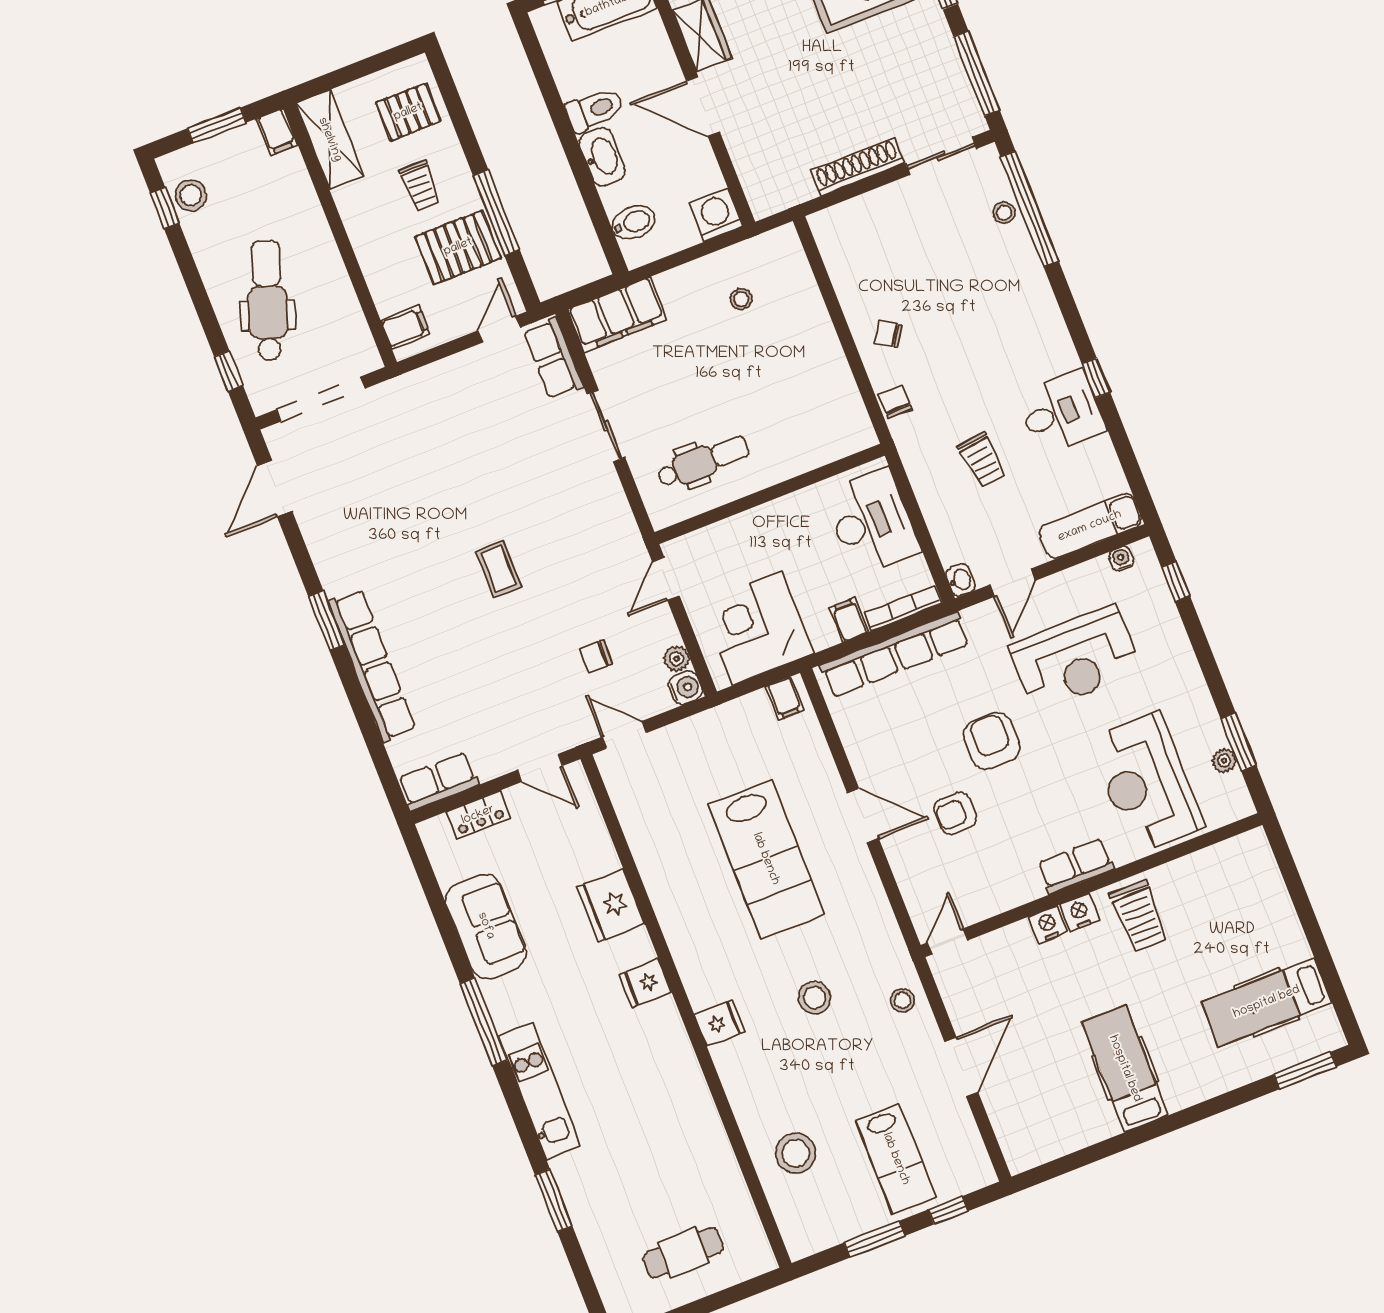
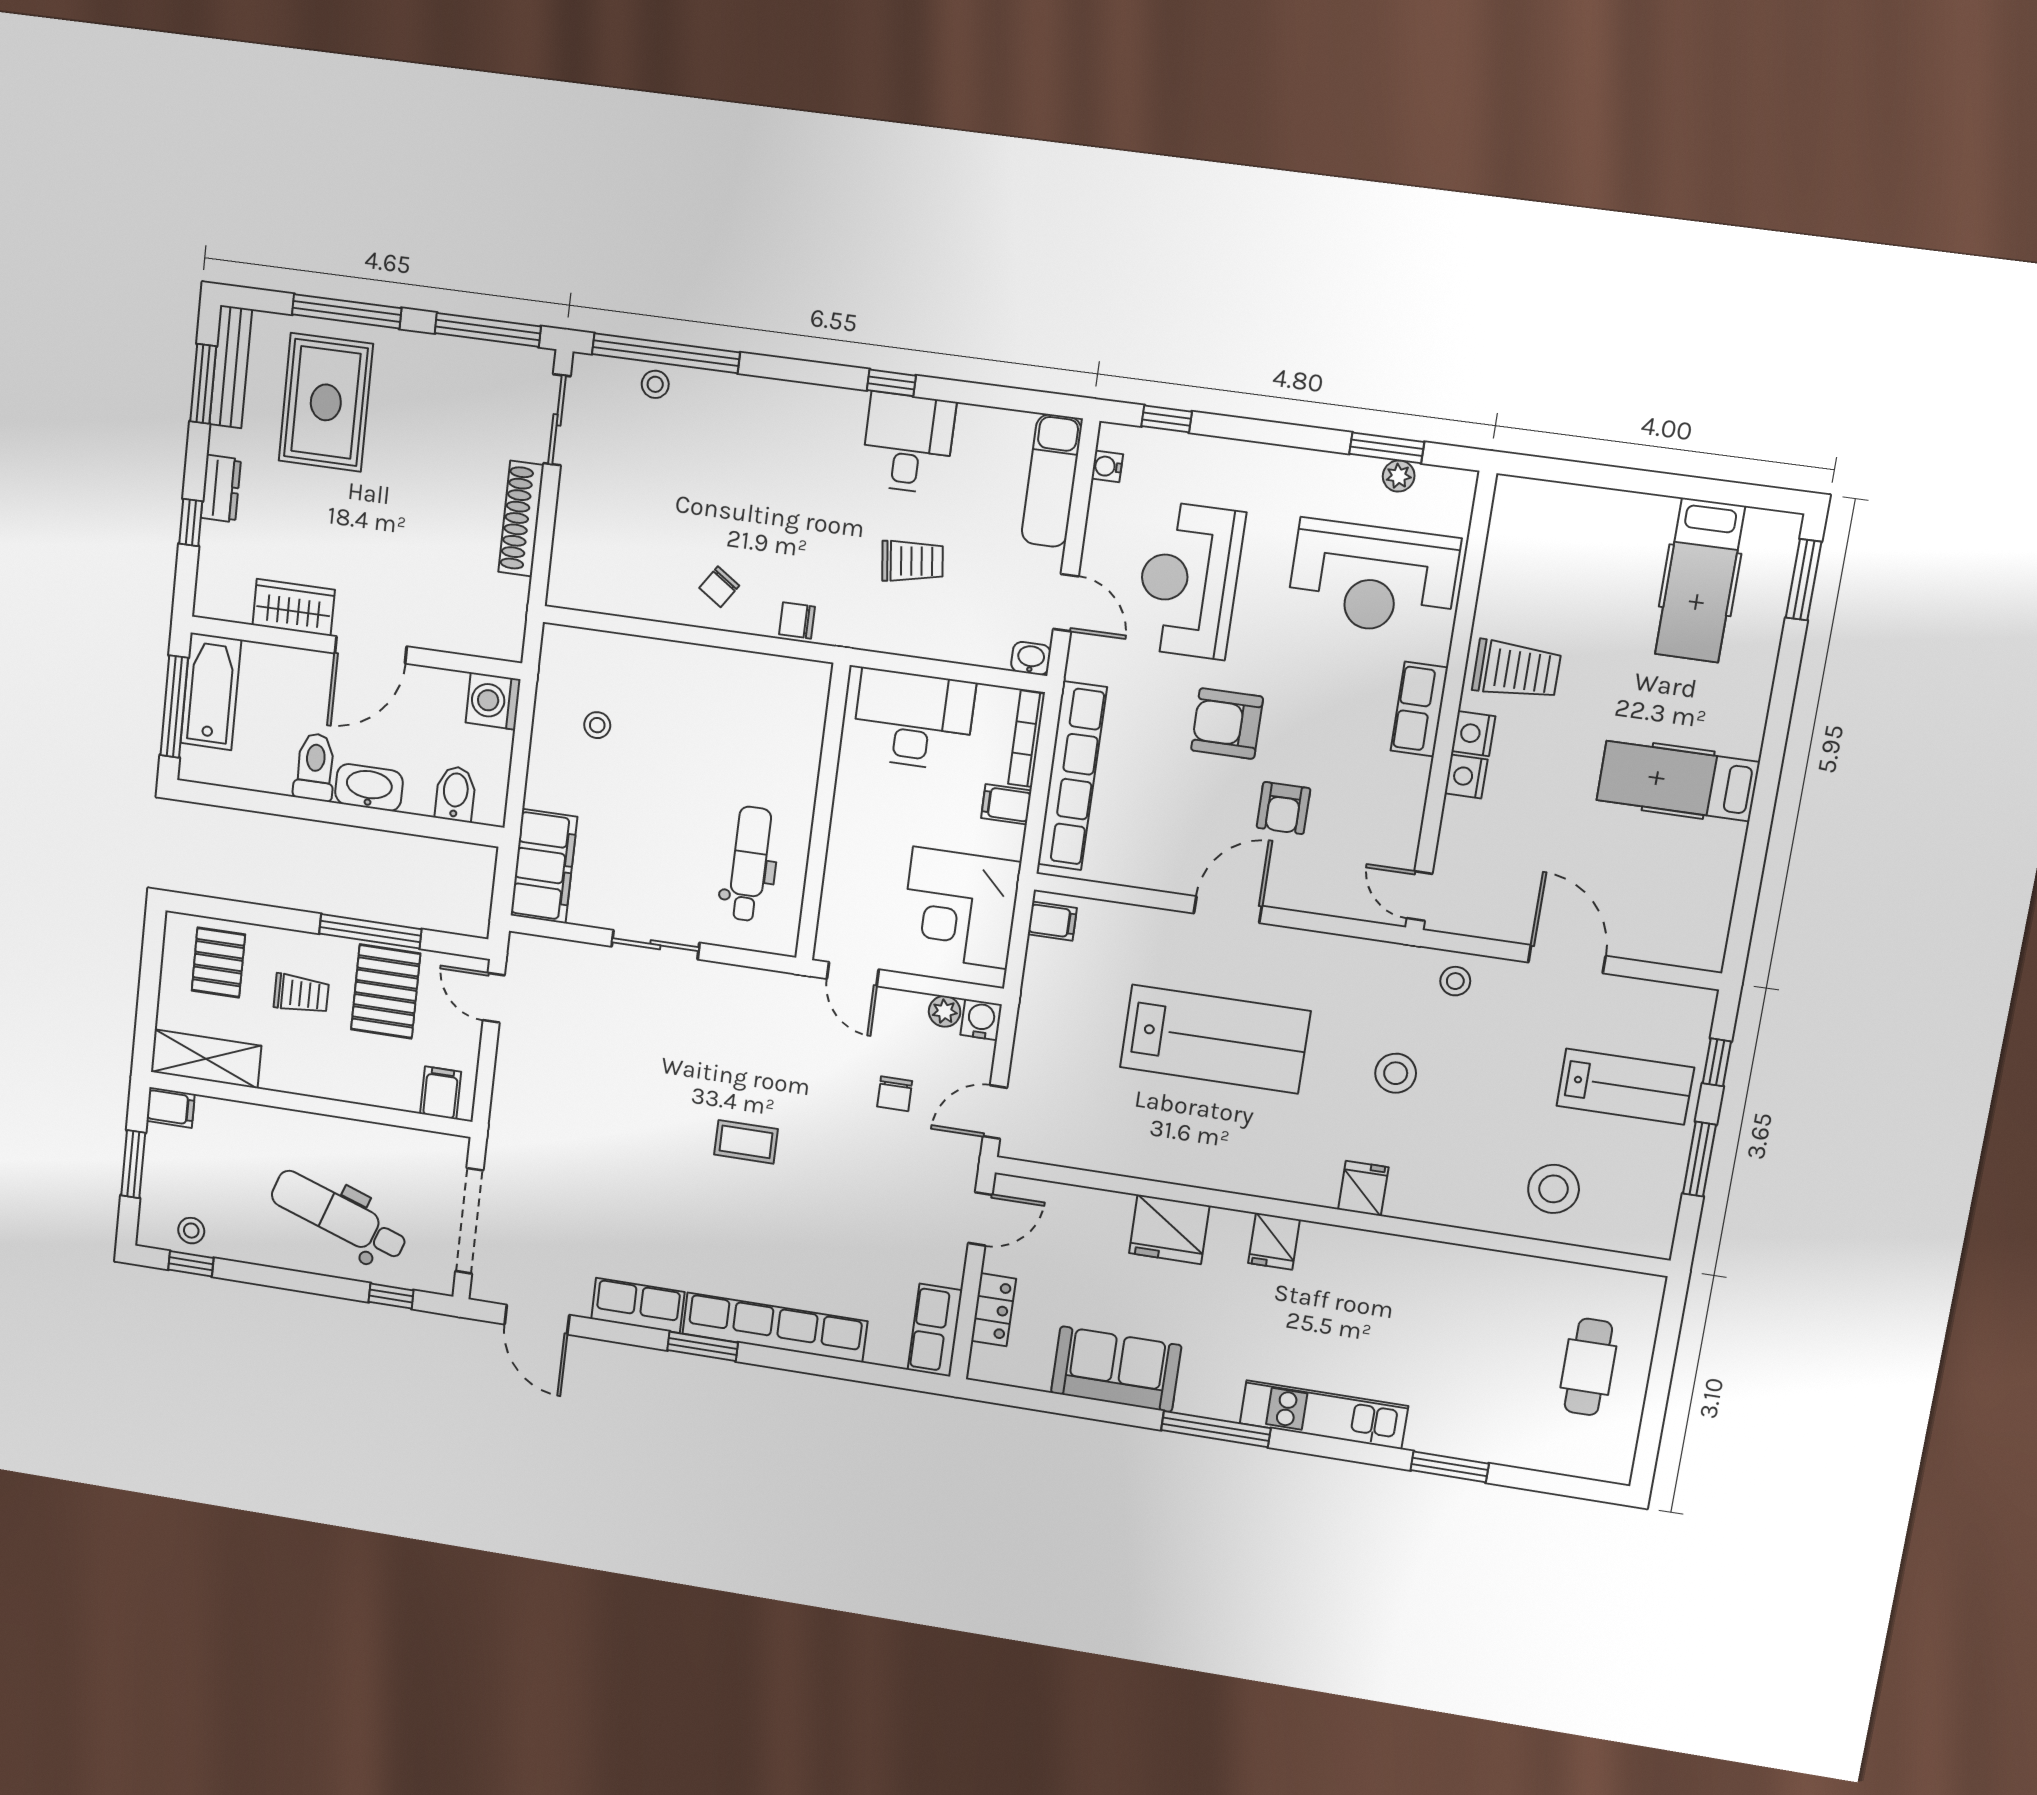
stool: (191, 195) -> (191, 1231), width x0.73, depth x0.73
row of seats: (553, 359) -> (638, 1305), moved, turned 180
reception desk: (1075, 659) -> (1189, 580), turned 180

